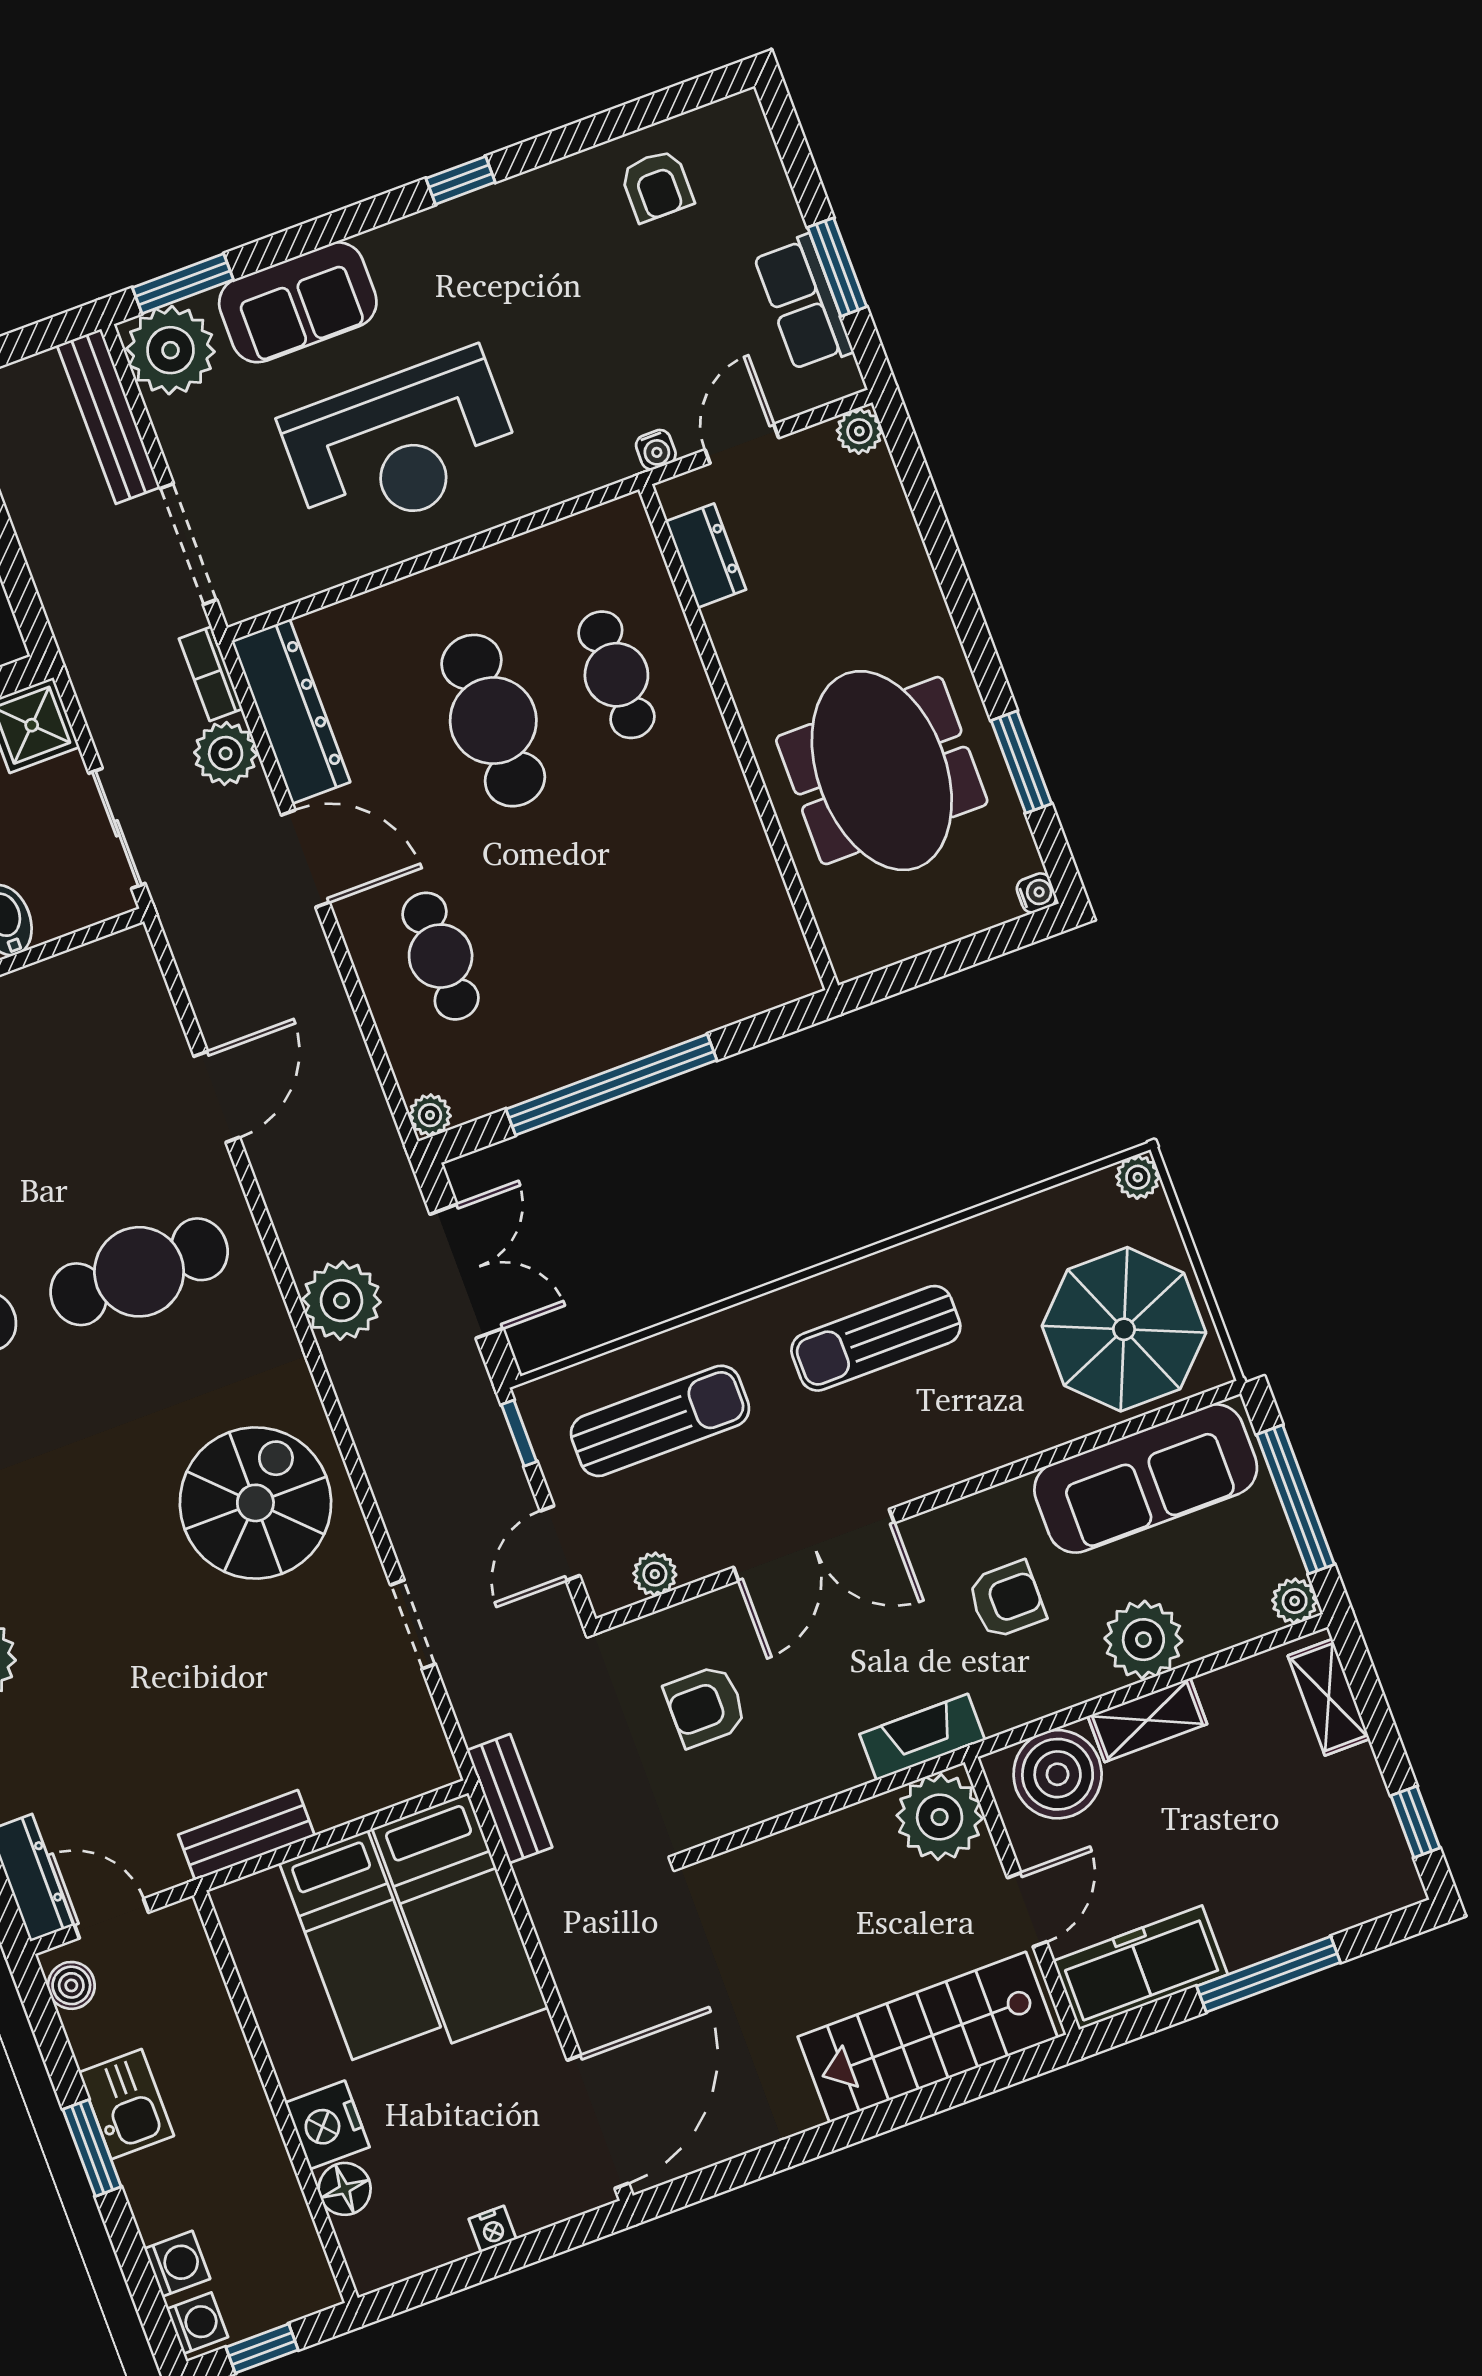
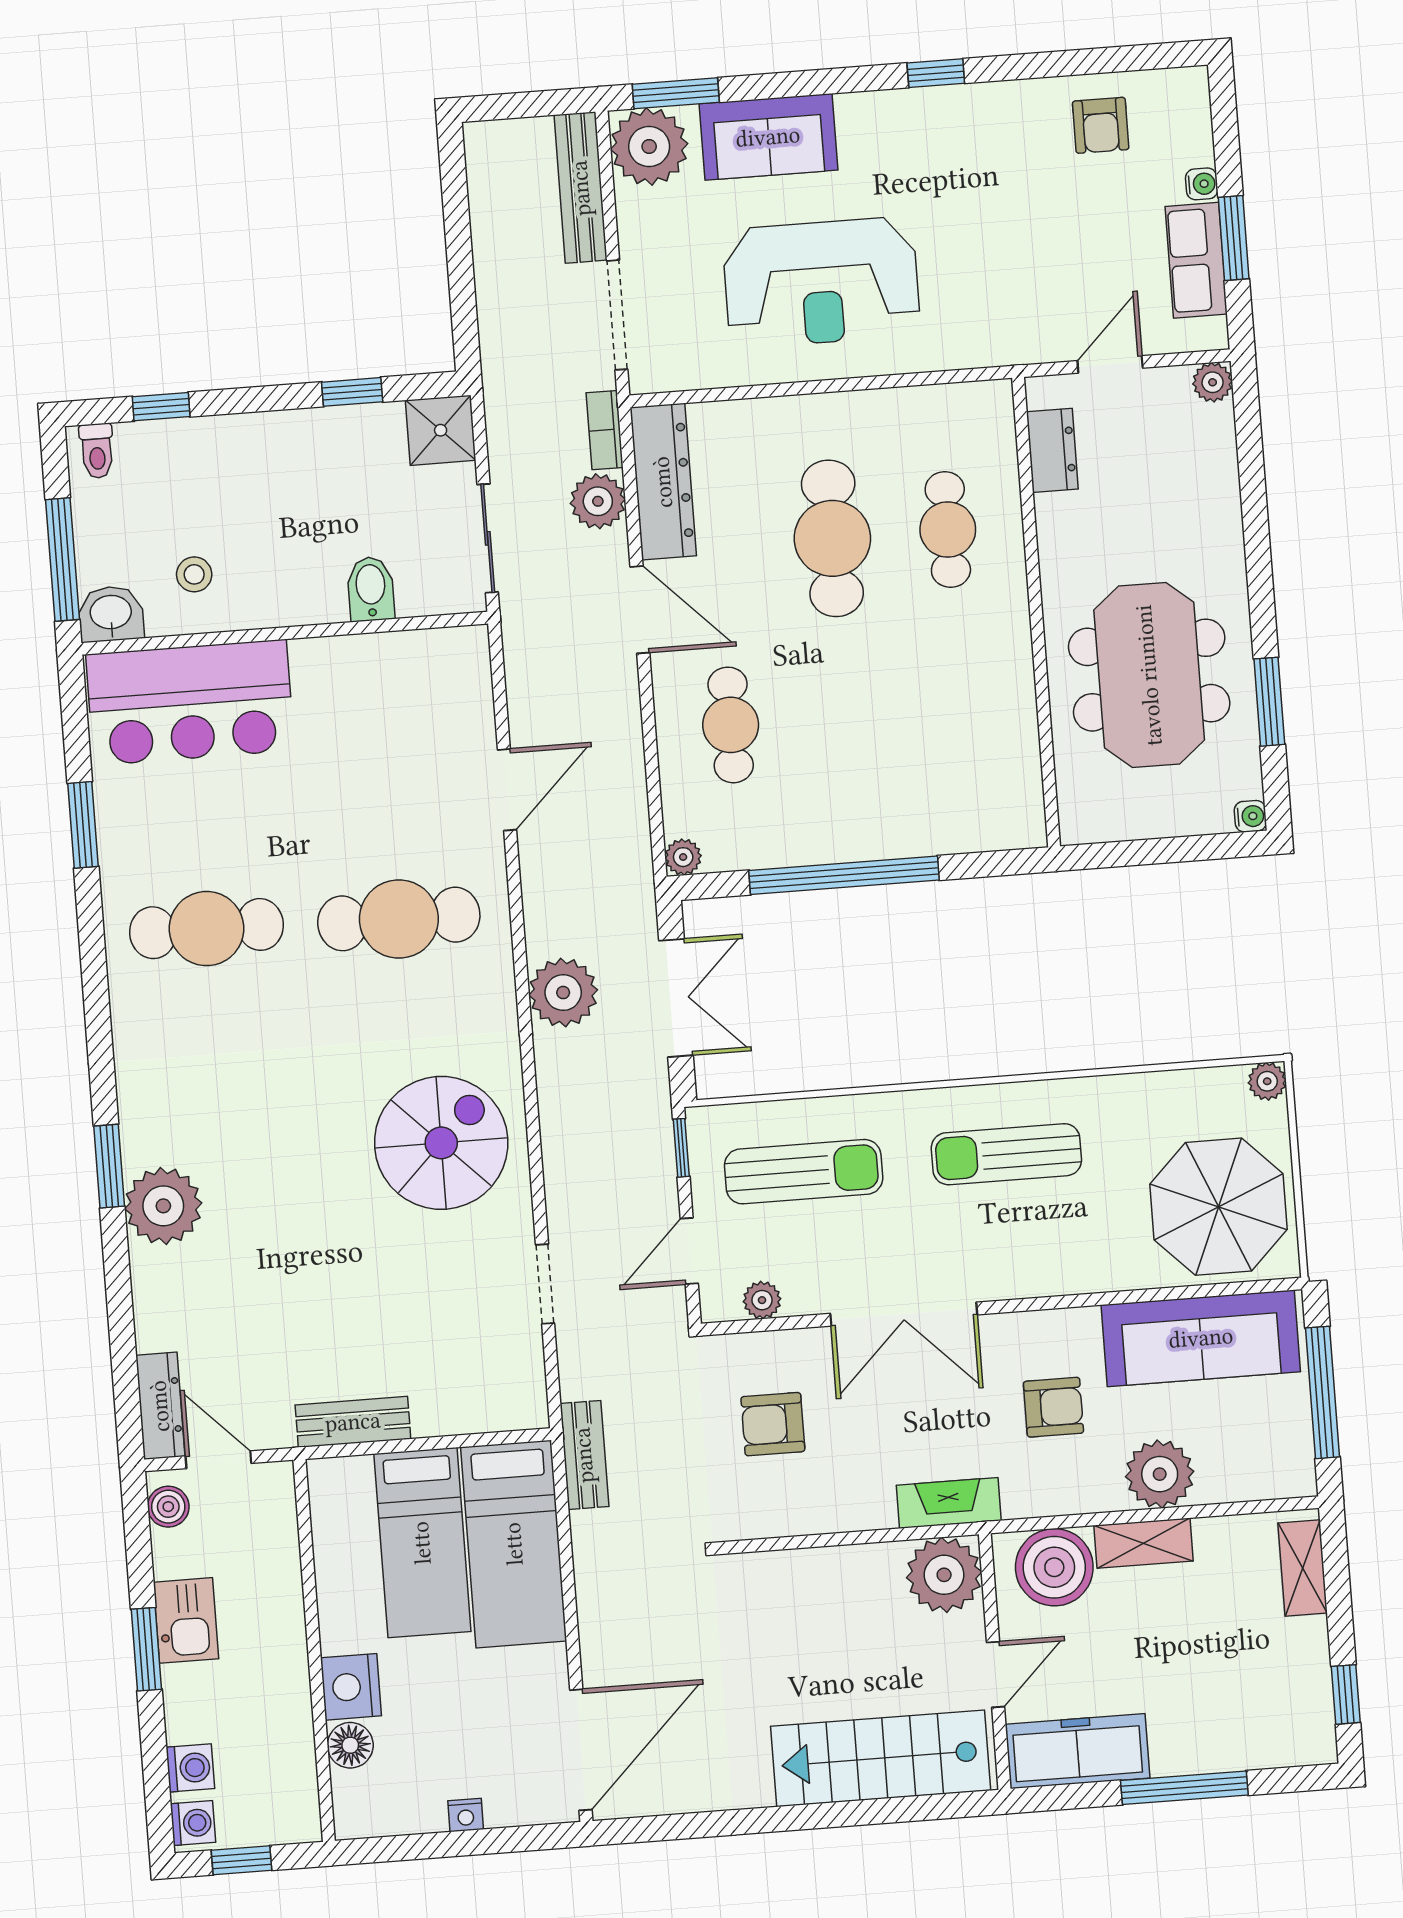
water cooler: (656, 450) -> (1202, 184), moved, turned -90
plant: (1295, 1601) -> (1297, 1478), removed

